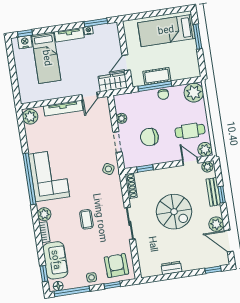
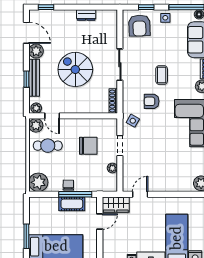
tv unit: (63, 108) -> (168, 187), removed
window: (145, 168) -> (97, 116), removed
armchair: (93, 191) -> (152, 101), added
bench: (213, 192) -> (34, 78), width x1.36

